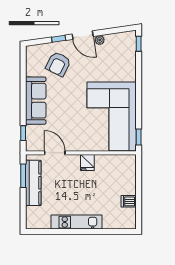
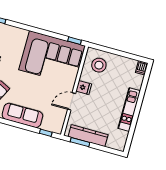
door: (55, 153) -> (72, 101), moved
stool: (118, 173) -> (99, 65), added
dishwasher: (129, 201) -> (142, 68), moved

